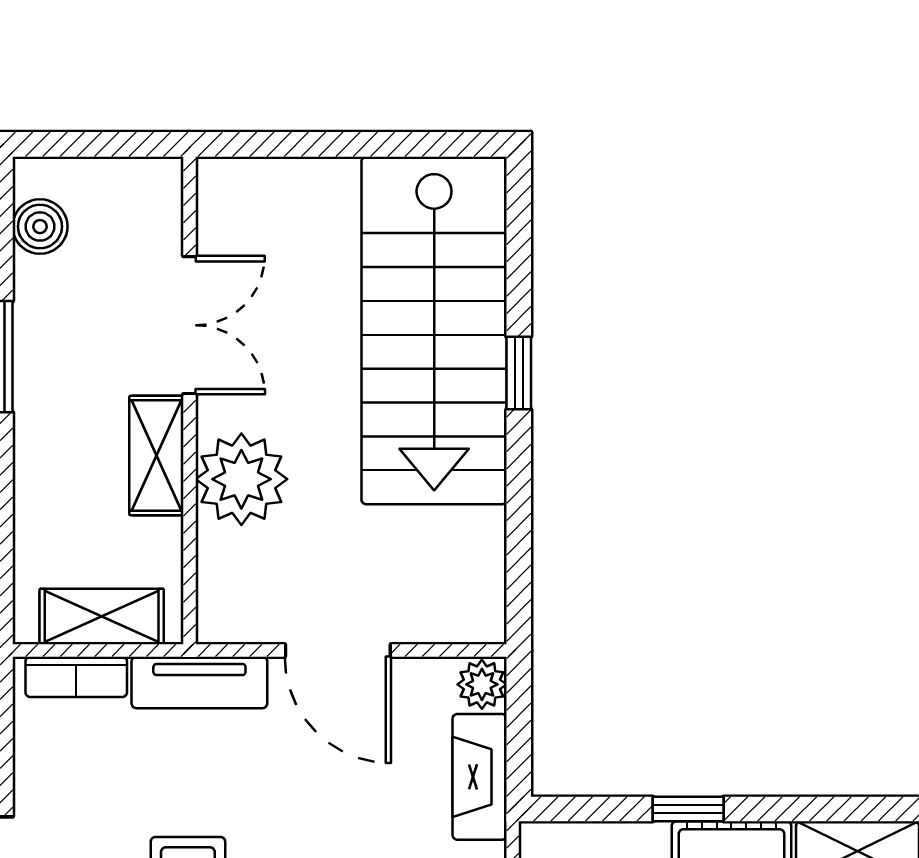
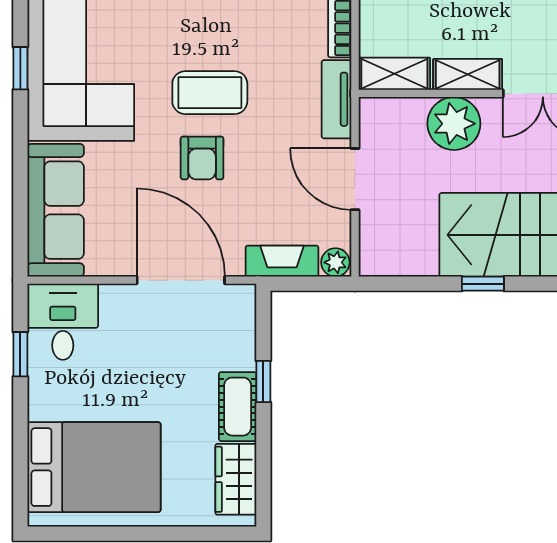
window: (519, 373) -> (483, 284), moved
shelving: (102, 616) -> (394, 74), moved, turned 90
door: (338, 651) -> (355, 179), hinge flipped

